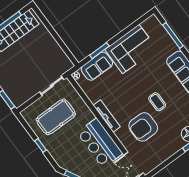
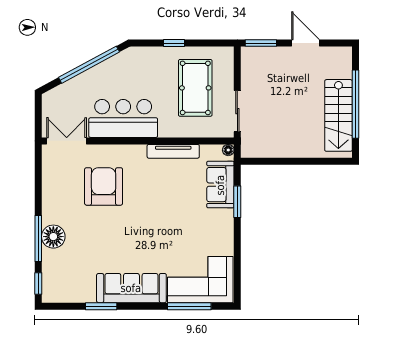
corner sofa: (131, 49) -> (200, 280), moved, turned 90
coffee table: (157, 102) -> (122, 226), removed
tv unit: (107, 116) -> (173, 151), moved

